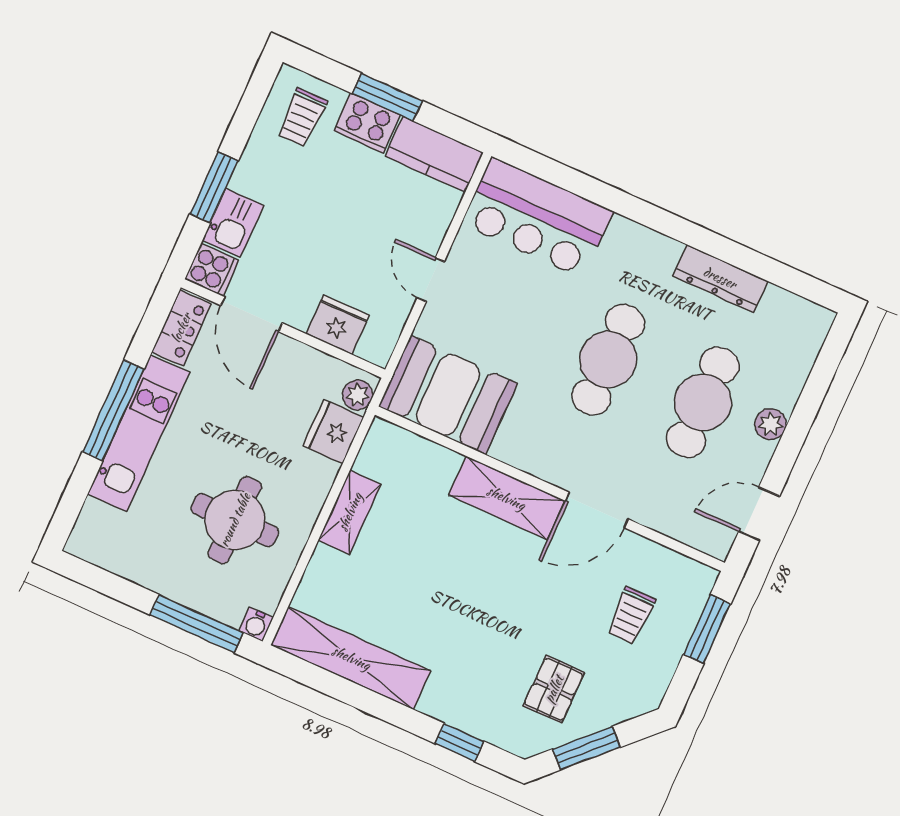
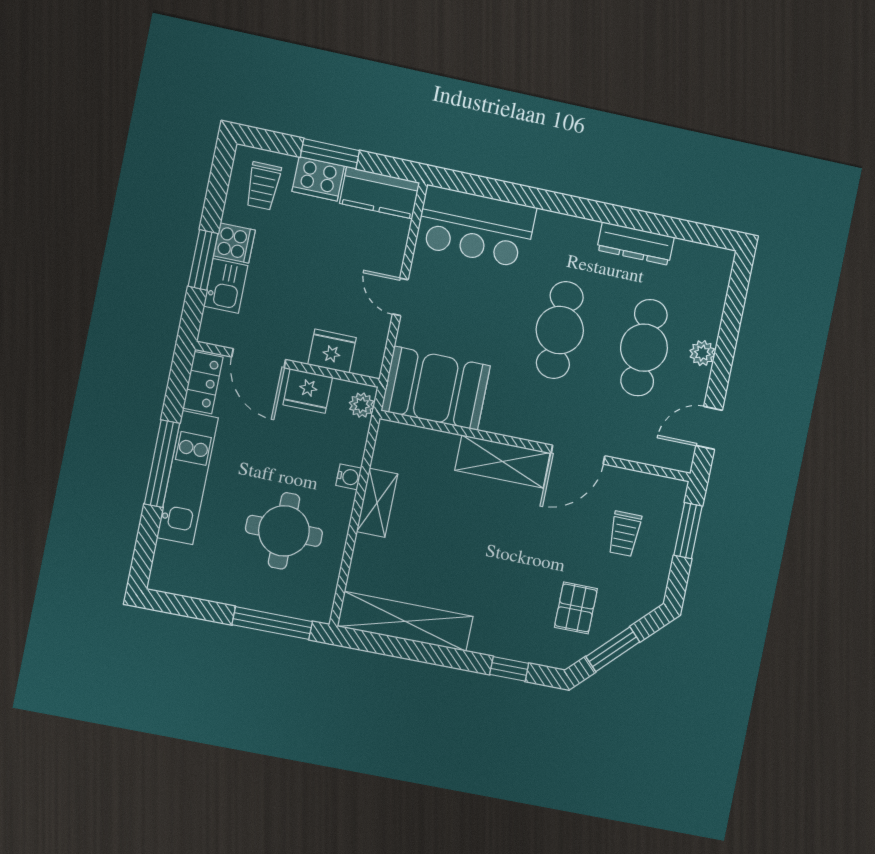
cooker: (212, 270) -> (234, 243), moved
fridge: (333, 432) -> (308, 391), moved, turned -90
water cooler: (256, 624) -> (349, 477), moved, turned -90

